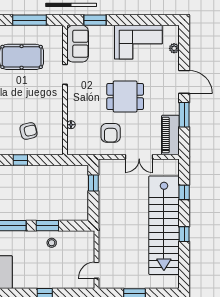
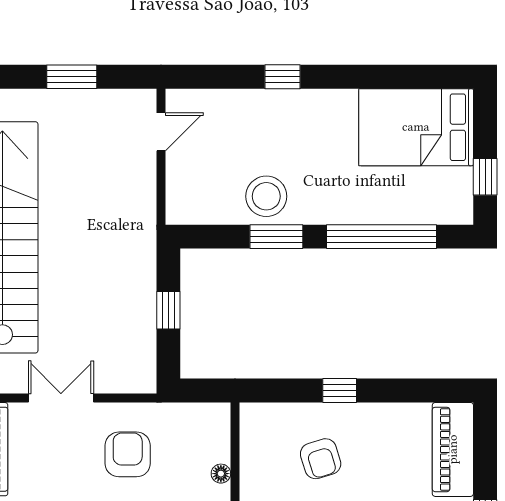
armchair: (29, 131) -> (321, 459), turned -93
window: (93, 183) -> (168, 310), moved
stool: (52, 243) -> (266, 196), width x1.89, depth x1.89

